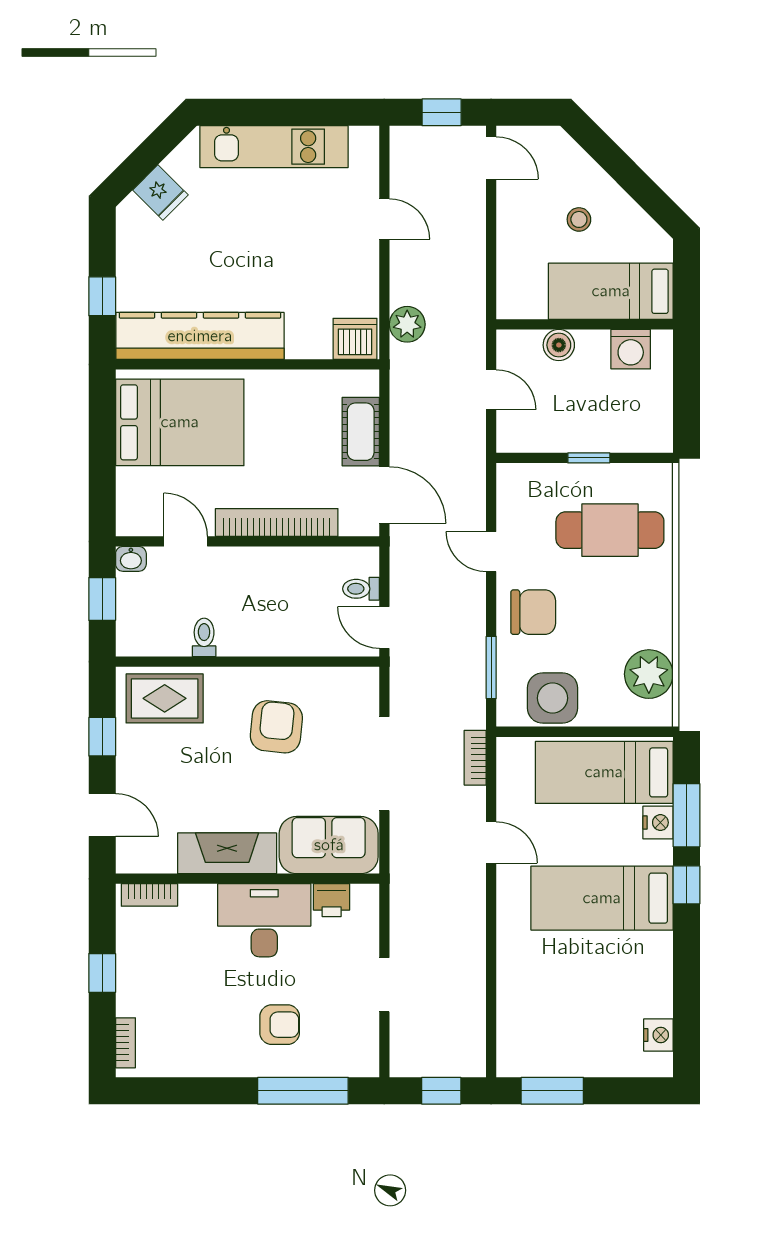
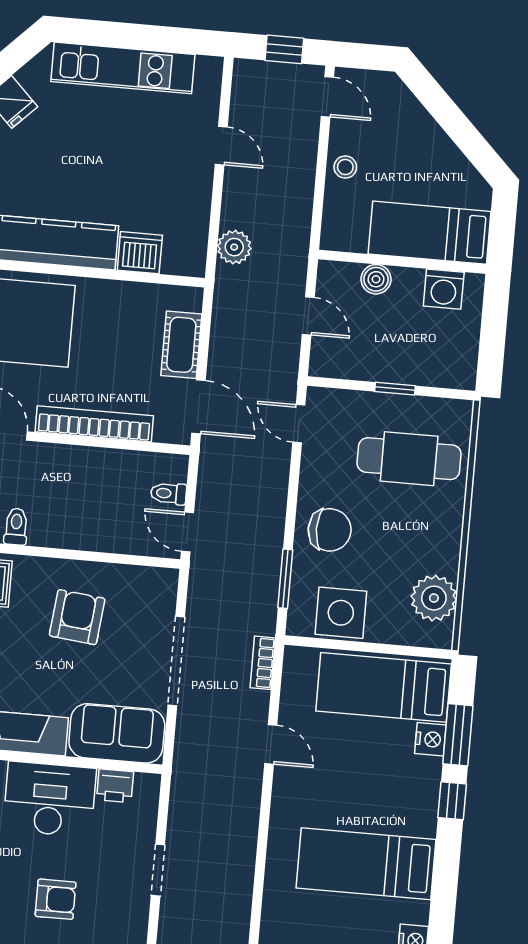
stool: (579, 219) -> (345, 167), moved
dishwasher: (355, 339) -> (140, 253), moved
door: (491, 552) -> (299, 424), moved
bed: (602, 898) -> (366, 864), moved

